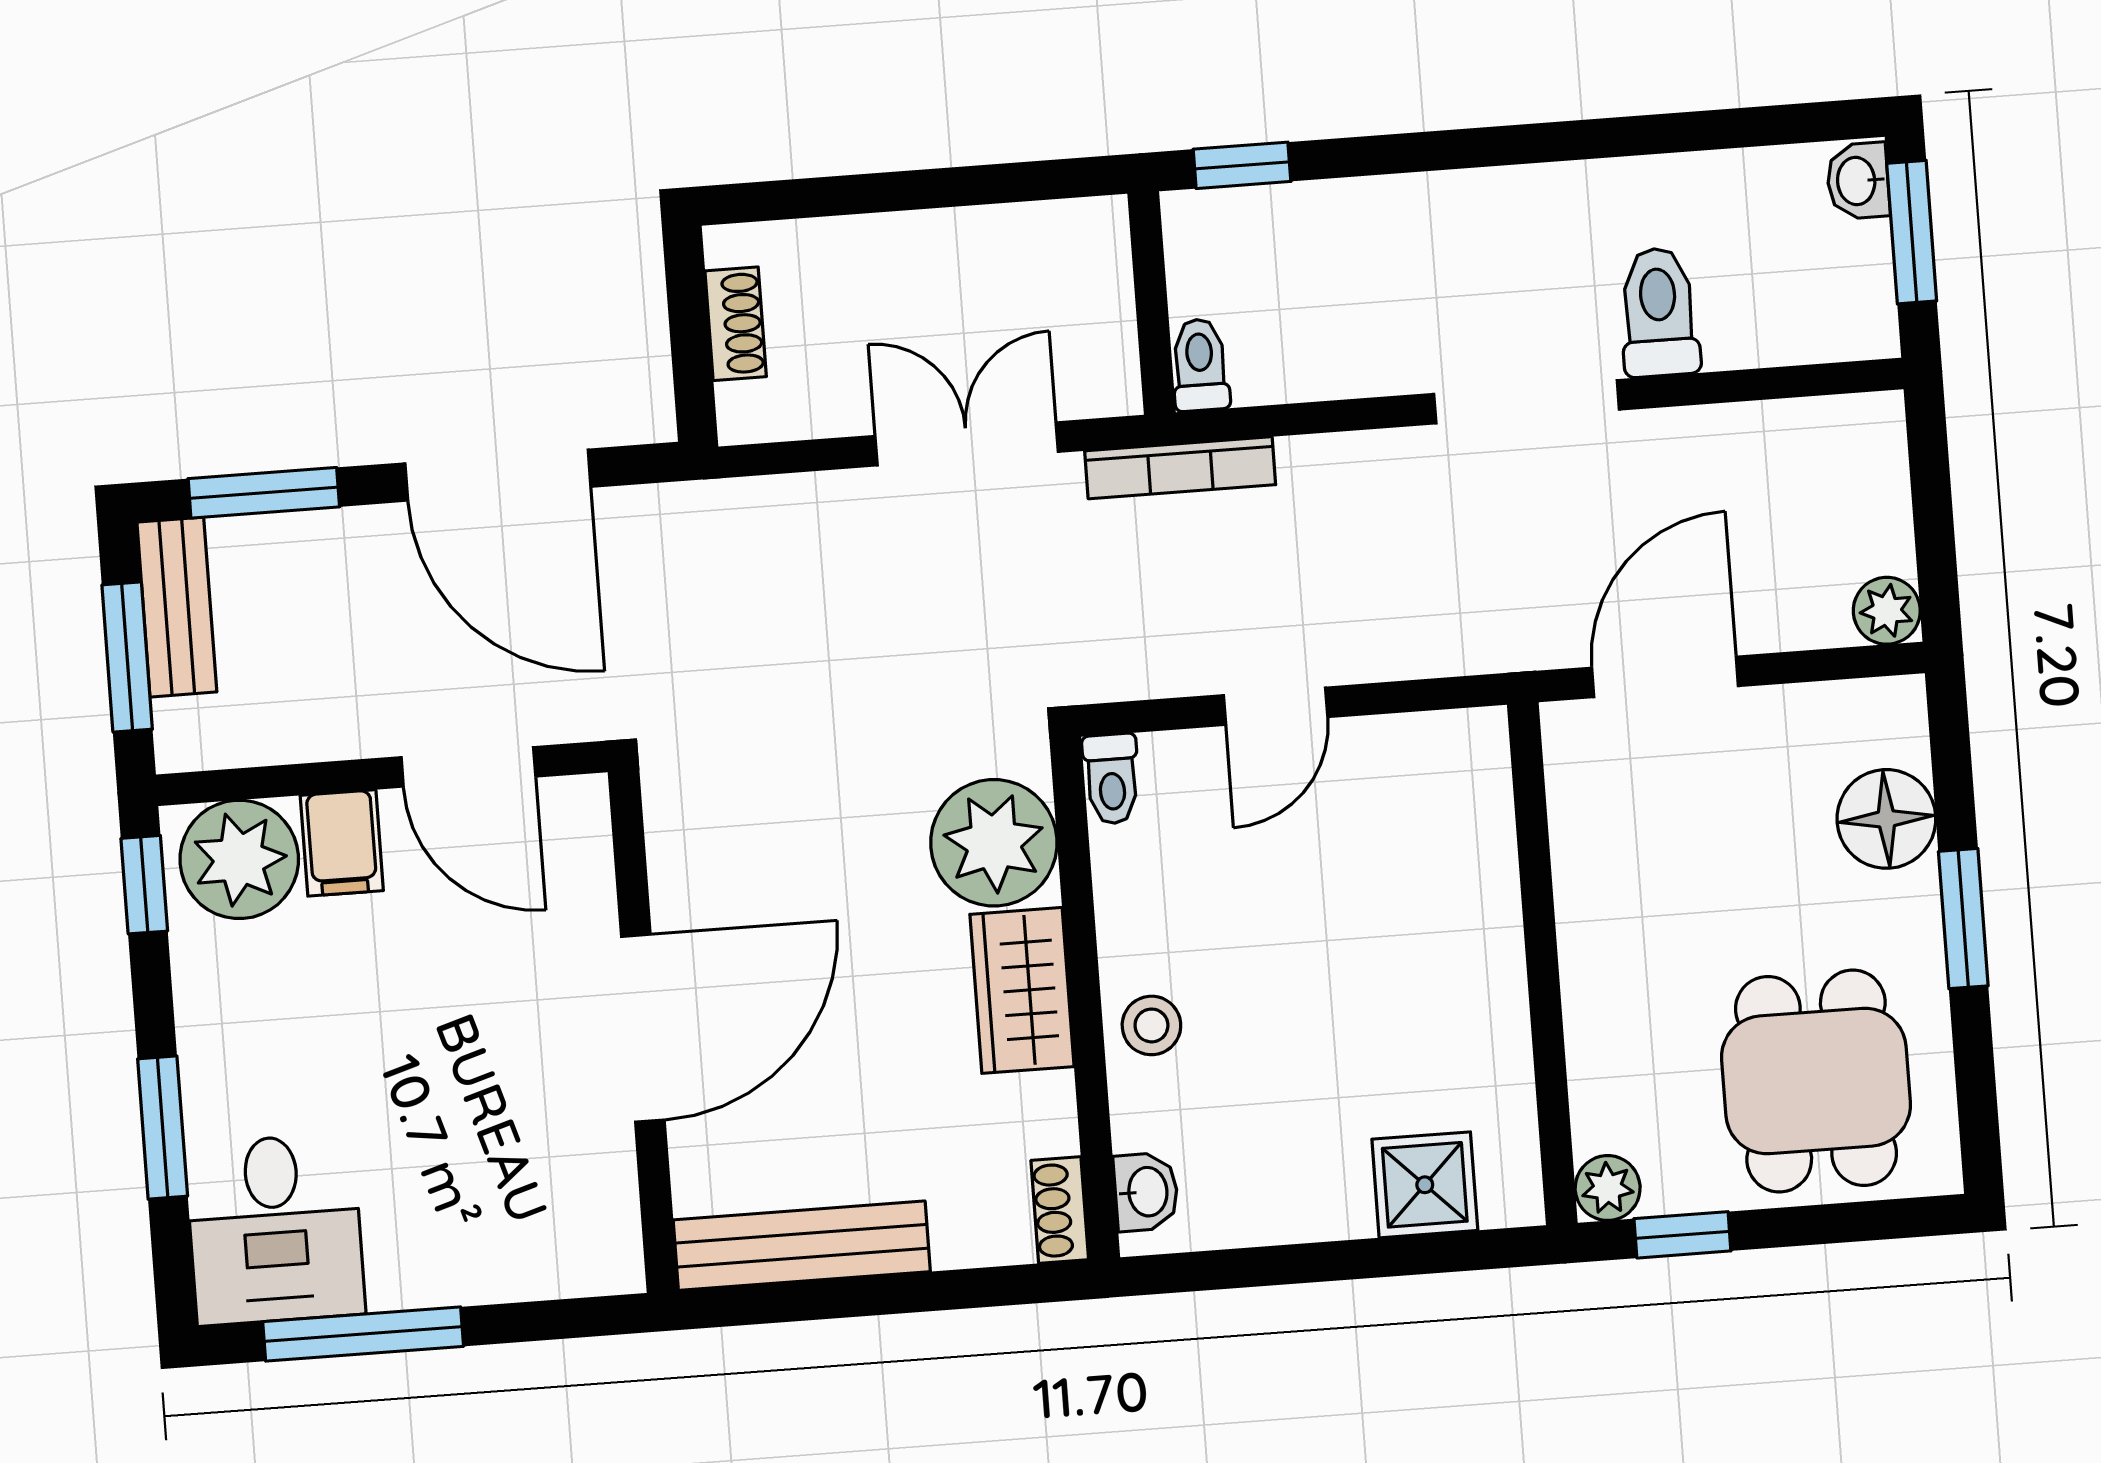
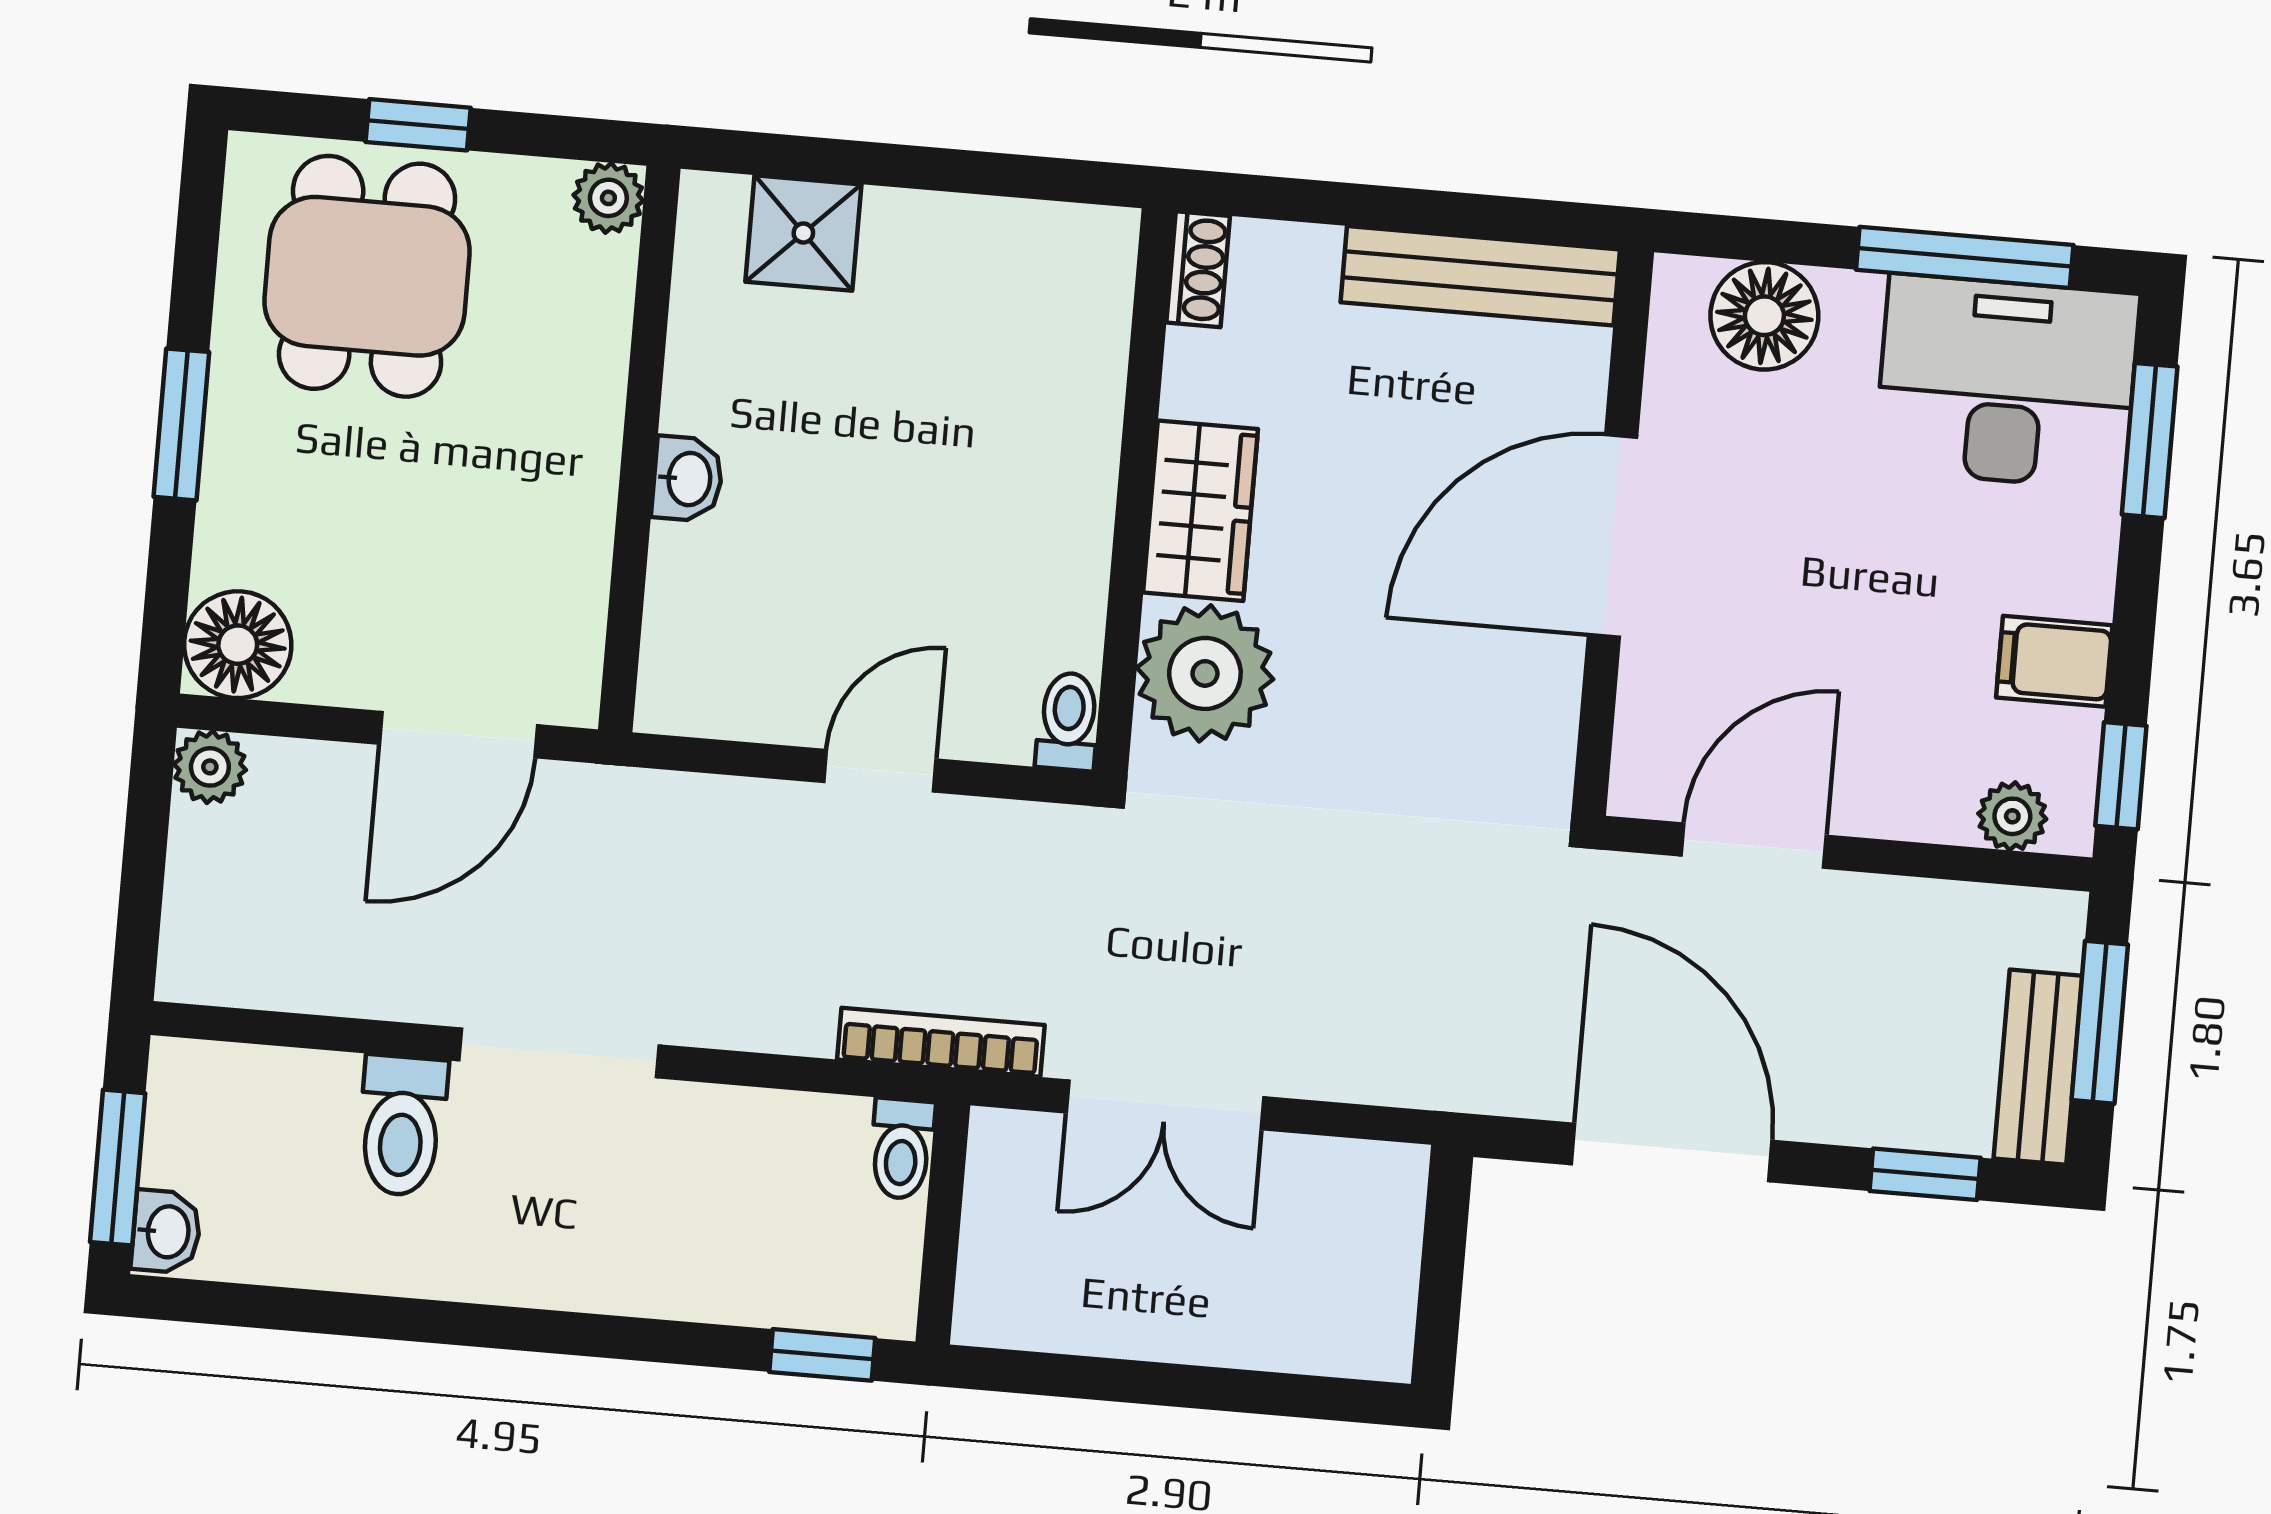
shoe rack: (736, 324) -> (1391, 1273), removed
window: (264, 493) -> (1925, 1174), width x0.67
door: (468, 767) -> (1754, 846), hinge flipped
floor lamp: (1886, 819) -> (238, 645), moved
filing cabinet: (342, 843) -> (2054, 661), moved, turned -90
plant: (239, 859) -> (2012, 816), width x0.53, depth x0.53
stool: (1151, 1025) -> (1068, 451), removed
window: (163, 1128) -> (2150, 441), moved
washbasin: (1146, 1192) -> (687, 479), moved, turned 180
desk: (275, 1229) -> (2007, 382), width x1.37
window: (1682, 1235) -> (418, 125), moved
floor lamp: (537, 1251) -> (1764, 316), added

